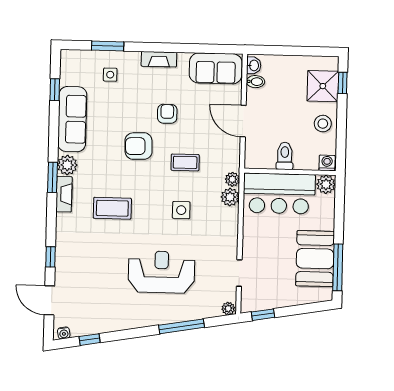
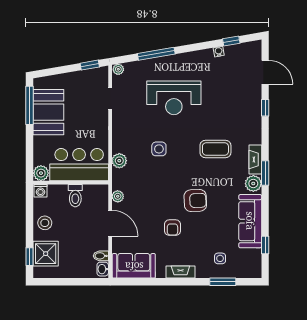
coffee table: (185, 162) -> (157, 188), removed
plant: (232, 179) -> (118, 196), moved
water cooler: (64, 333) -> (219, 52), moved

